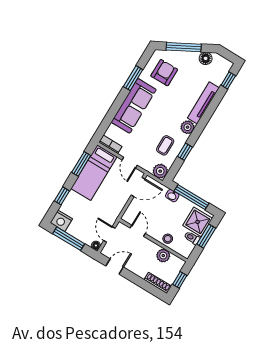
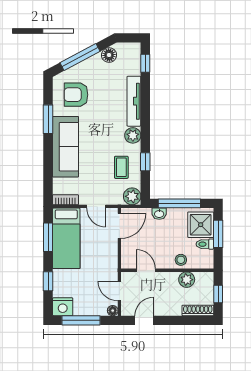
armchair: (164, 73) -> (76, 95), turned -90

